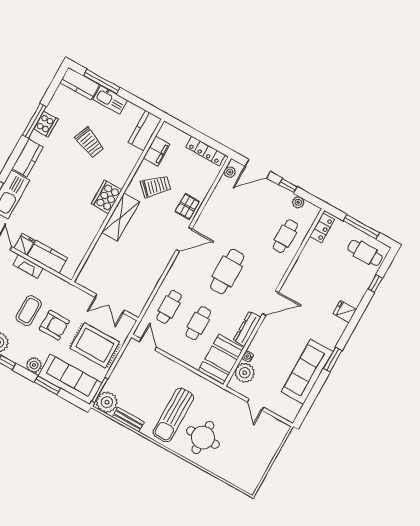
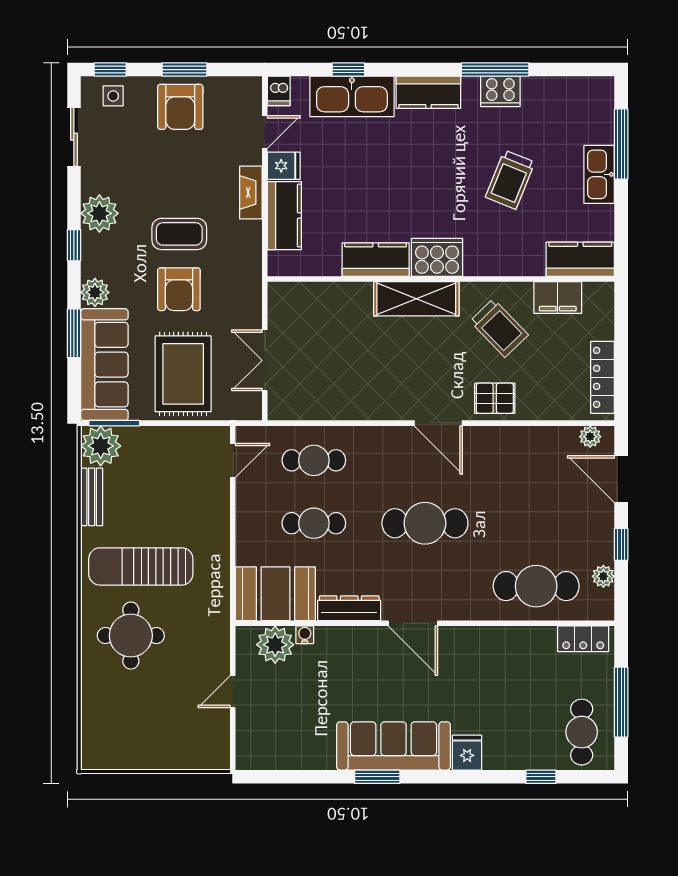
kitchen counter: (80, 84) -> (376, 260), moved, turned 90
cafe table: (285, 236) -> (536, 586), width x1.37, depth x1.35
sofa: (307, 372) -> (394, 746), moved

